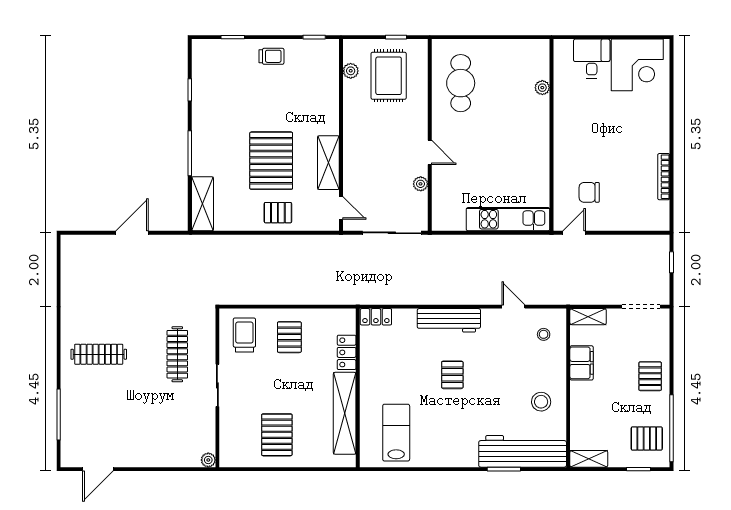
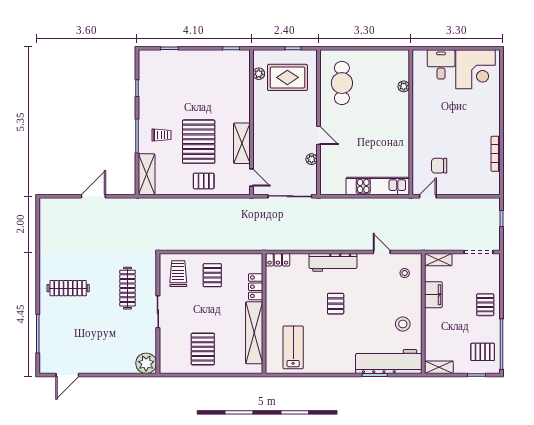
trolley: (271, 56) -> (161, 135), moved
rug: (389, 76) -> (287, 77), turned 90
plant: (208, 460) -> (146, 363), width x1.88, depth x1.88

